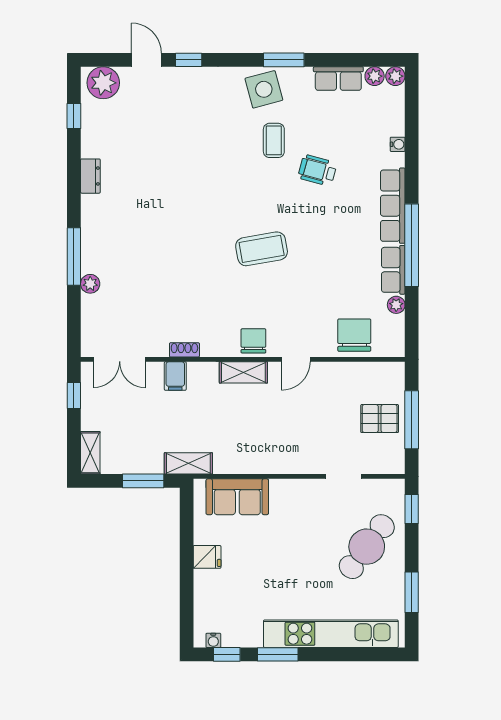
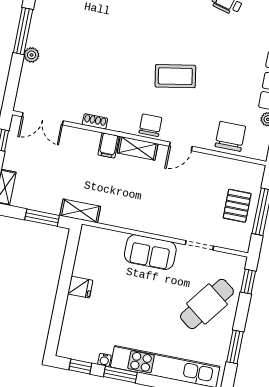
coffee table: (262, 249) -> (175, 76), moved
filing cabinet: (175, 376) -> (108, 145), moved
pallet: (380, 419) -> (237, 206), turned 90
sofa: (237, 497) -> (150, 252), moved
water cooler: (213, 640) -> (104, 360), moved

